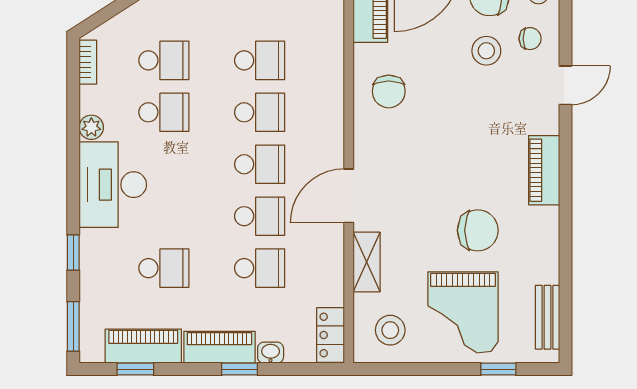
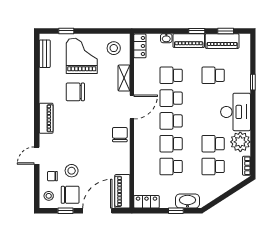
chair: (389, 91) -> (120, 135), moved
plant: (91, 127) -> (240, 142), width x1.88, depth x1.88
window: (73, 326) -> (253, 50), removed
window: (240, 369) -> (197, 31), moved

